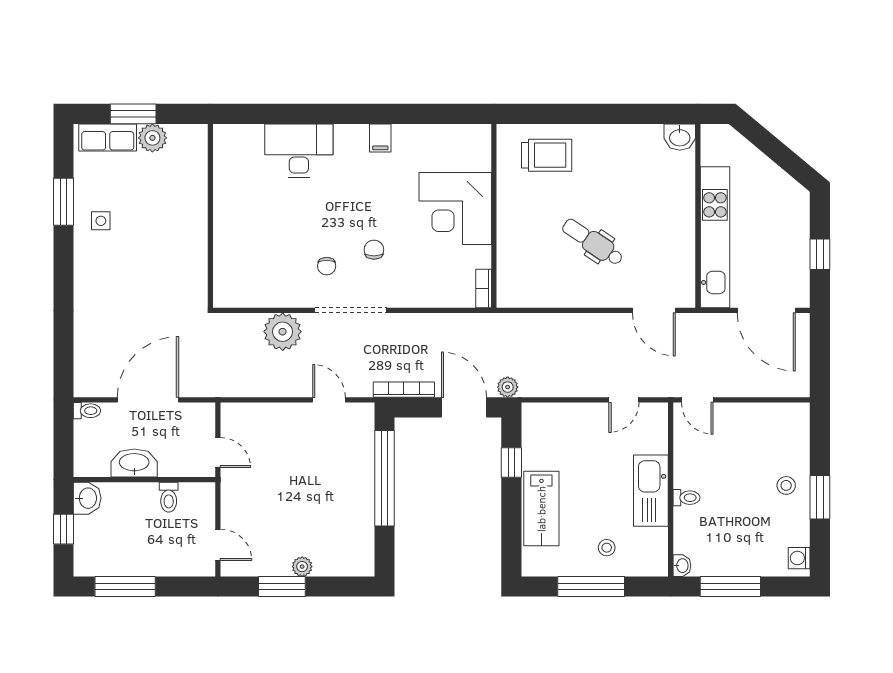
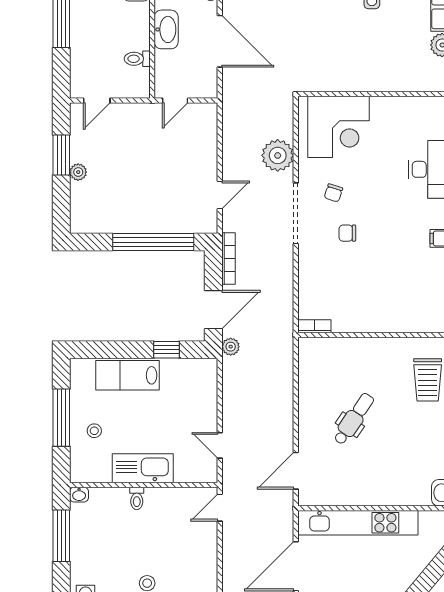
corner desk: (455, 208) -> (338, 127), moved, turned 180
chair: (374, 250) -> (347, 233), turned 180
chair: (327, 266) -> (333, 193), turned -72

